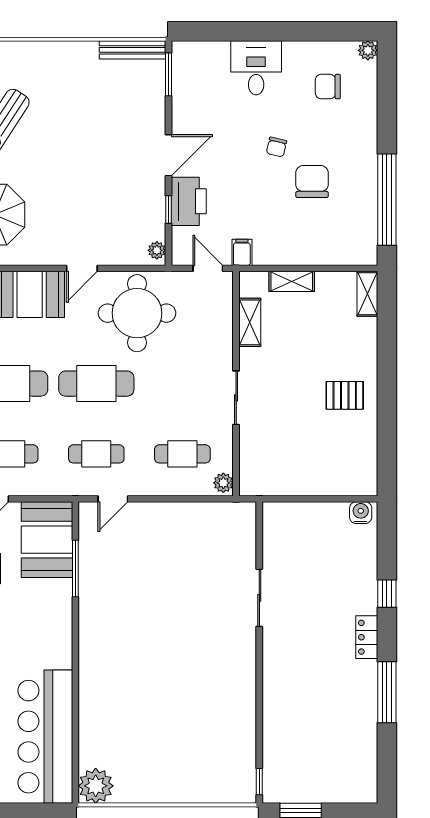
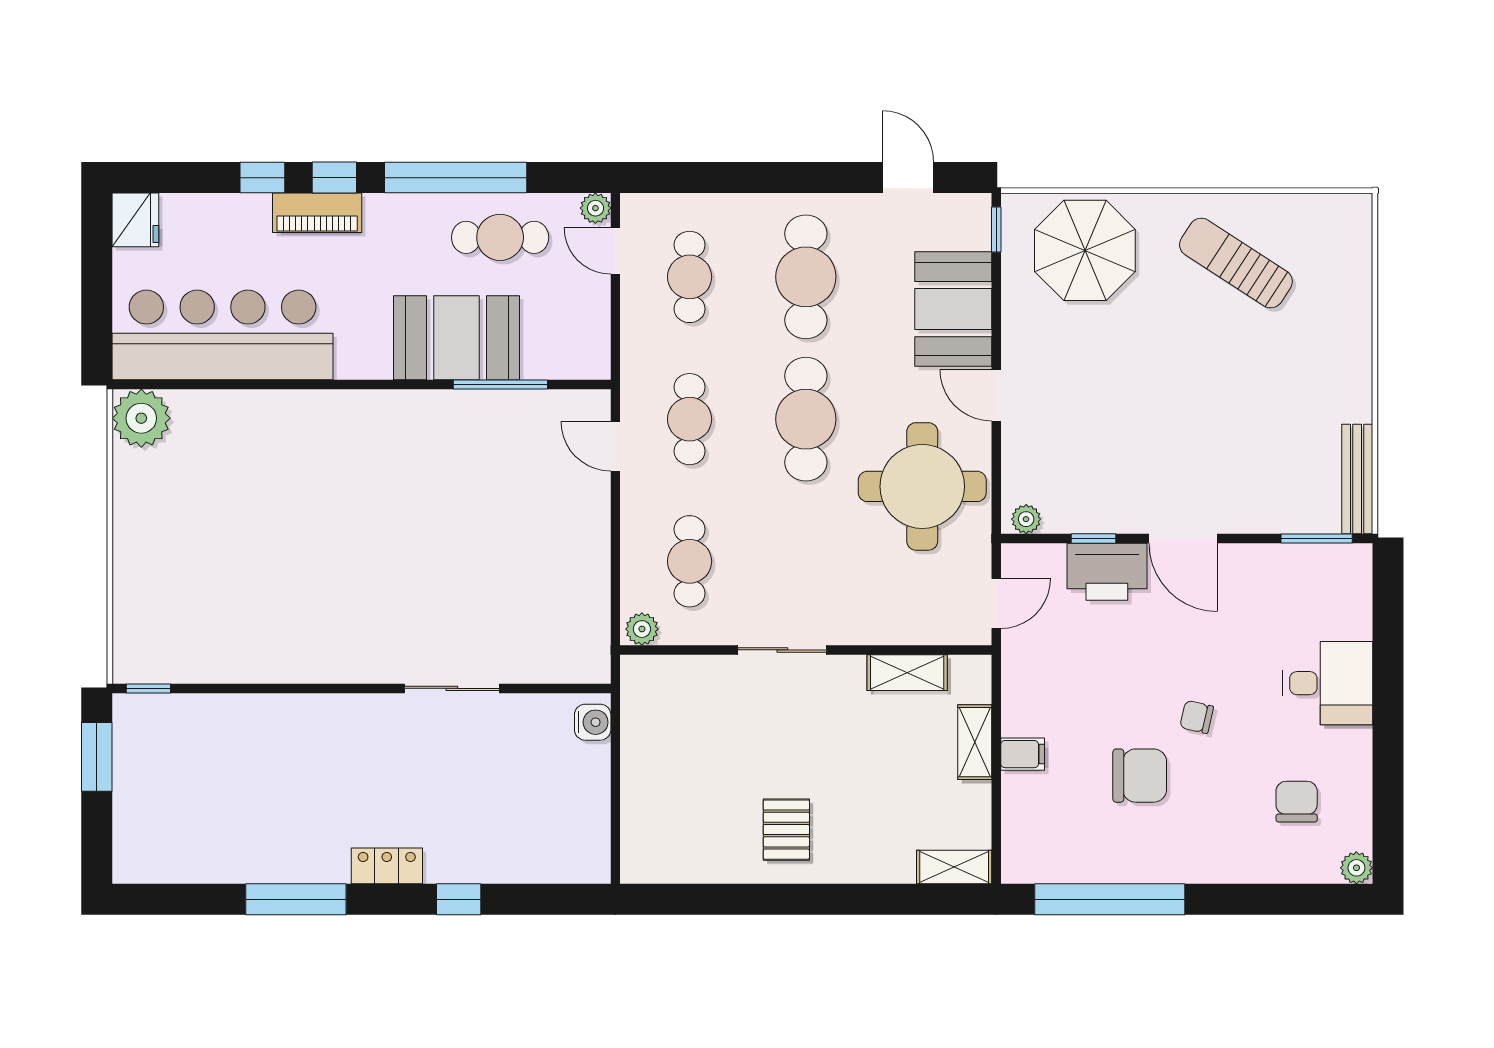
filing cabinet: (242, 252) -> (1023, 754), moved
water cooler: (361, 513) -> (593, 722), moved
booth: (47, 540) -> (457, 338), moved

